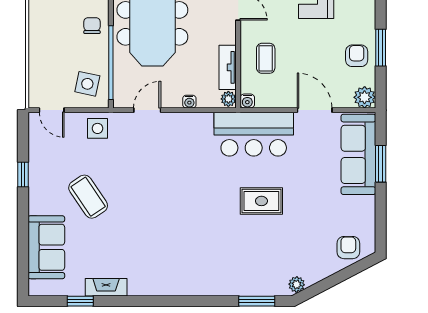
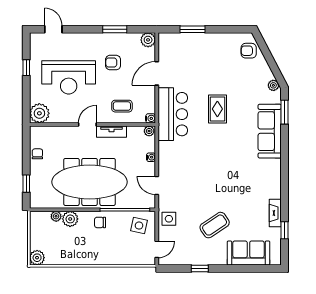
armchair: (357, 56) -> (113, 63), moved
tv unit: (228, 67) -> (112, 132), moved
sofa: (358, 154) -> (270, 131), moved, turned 90

